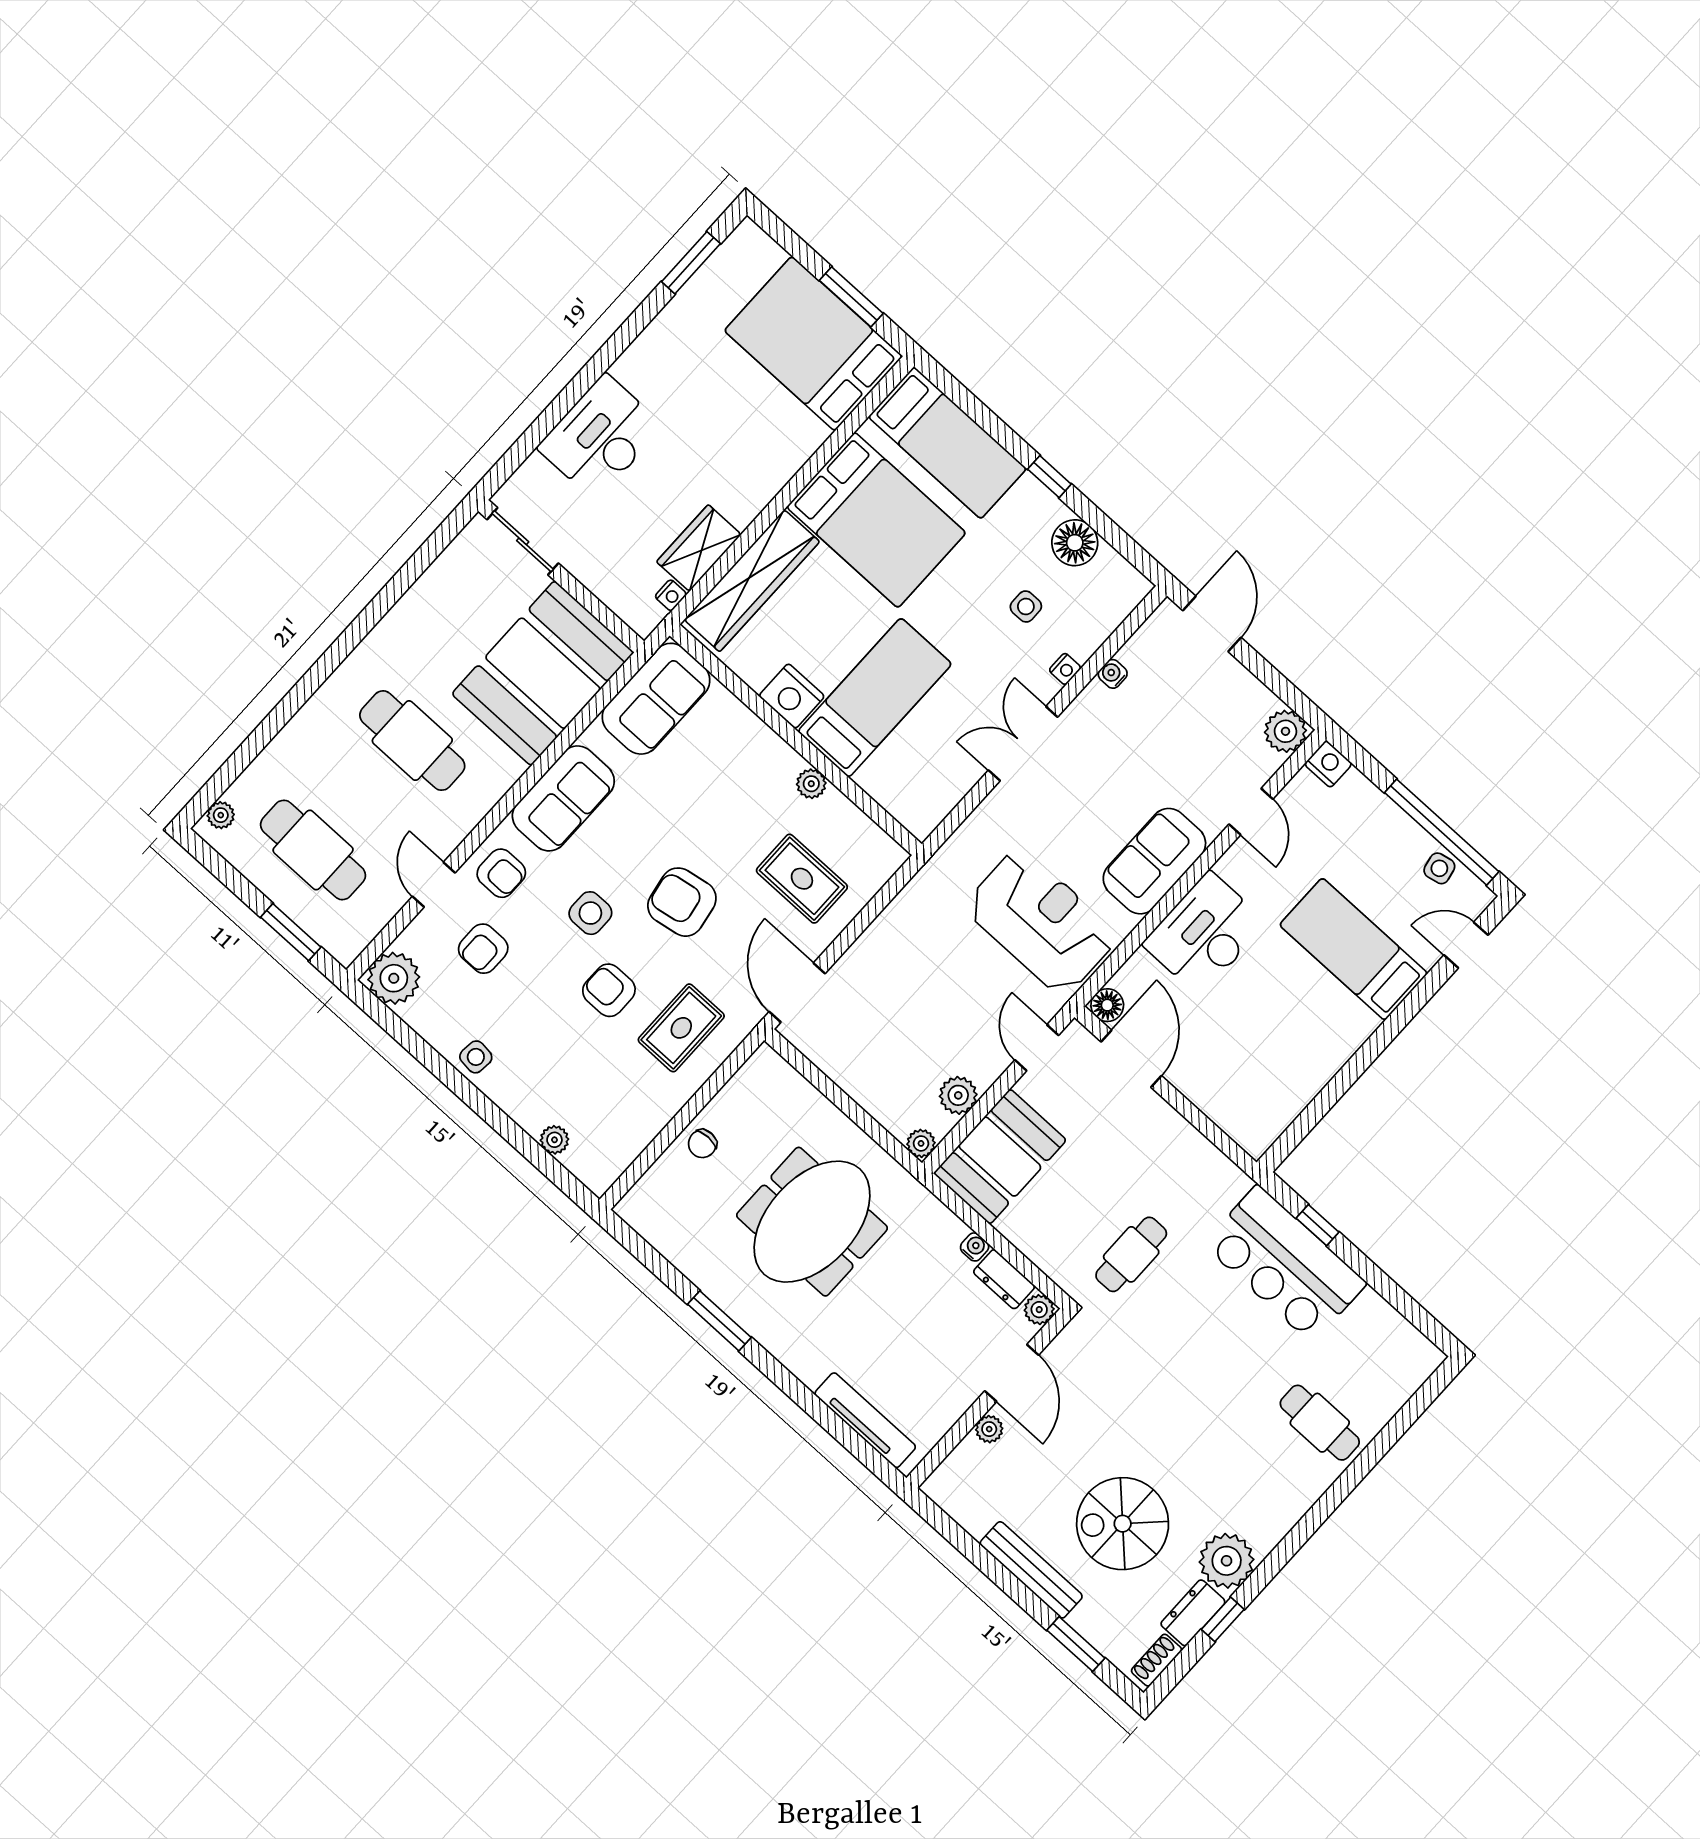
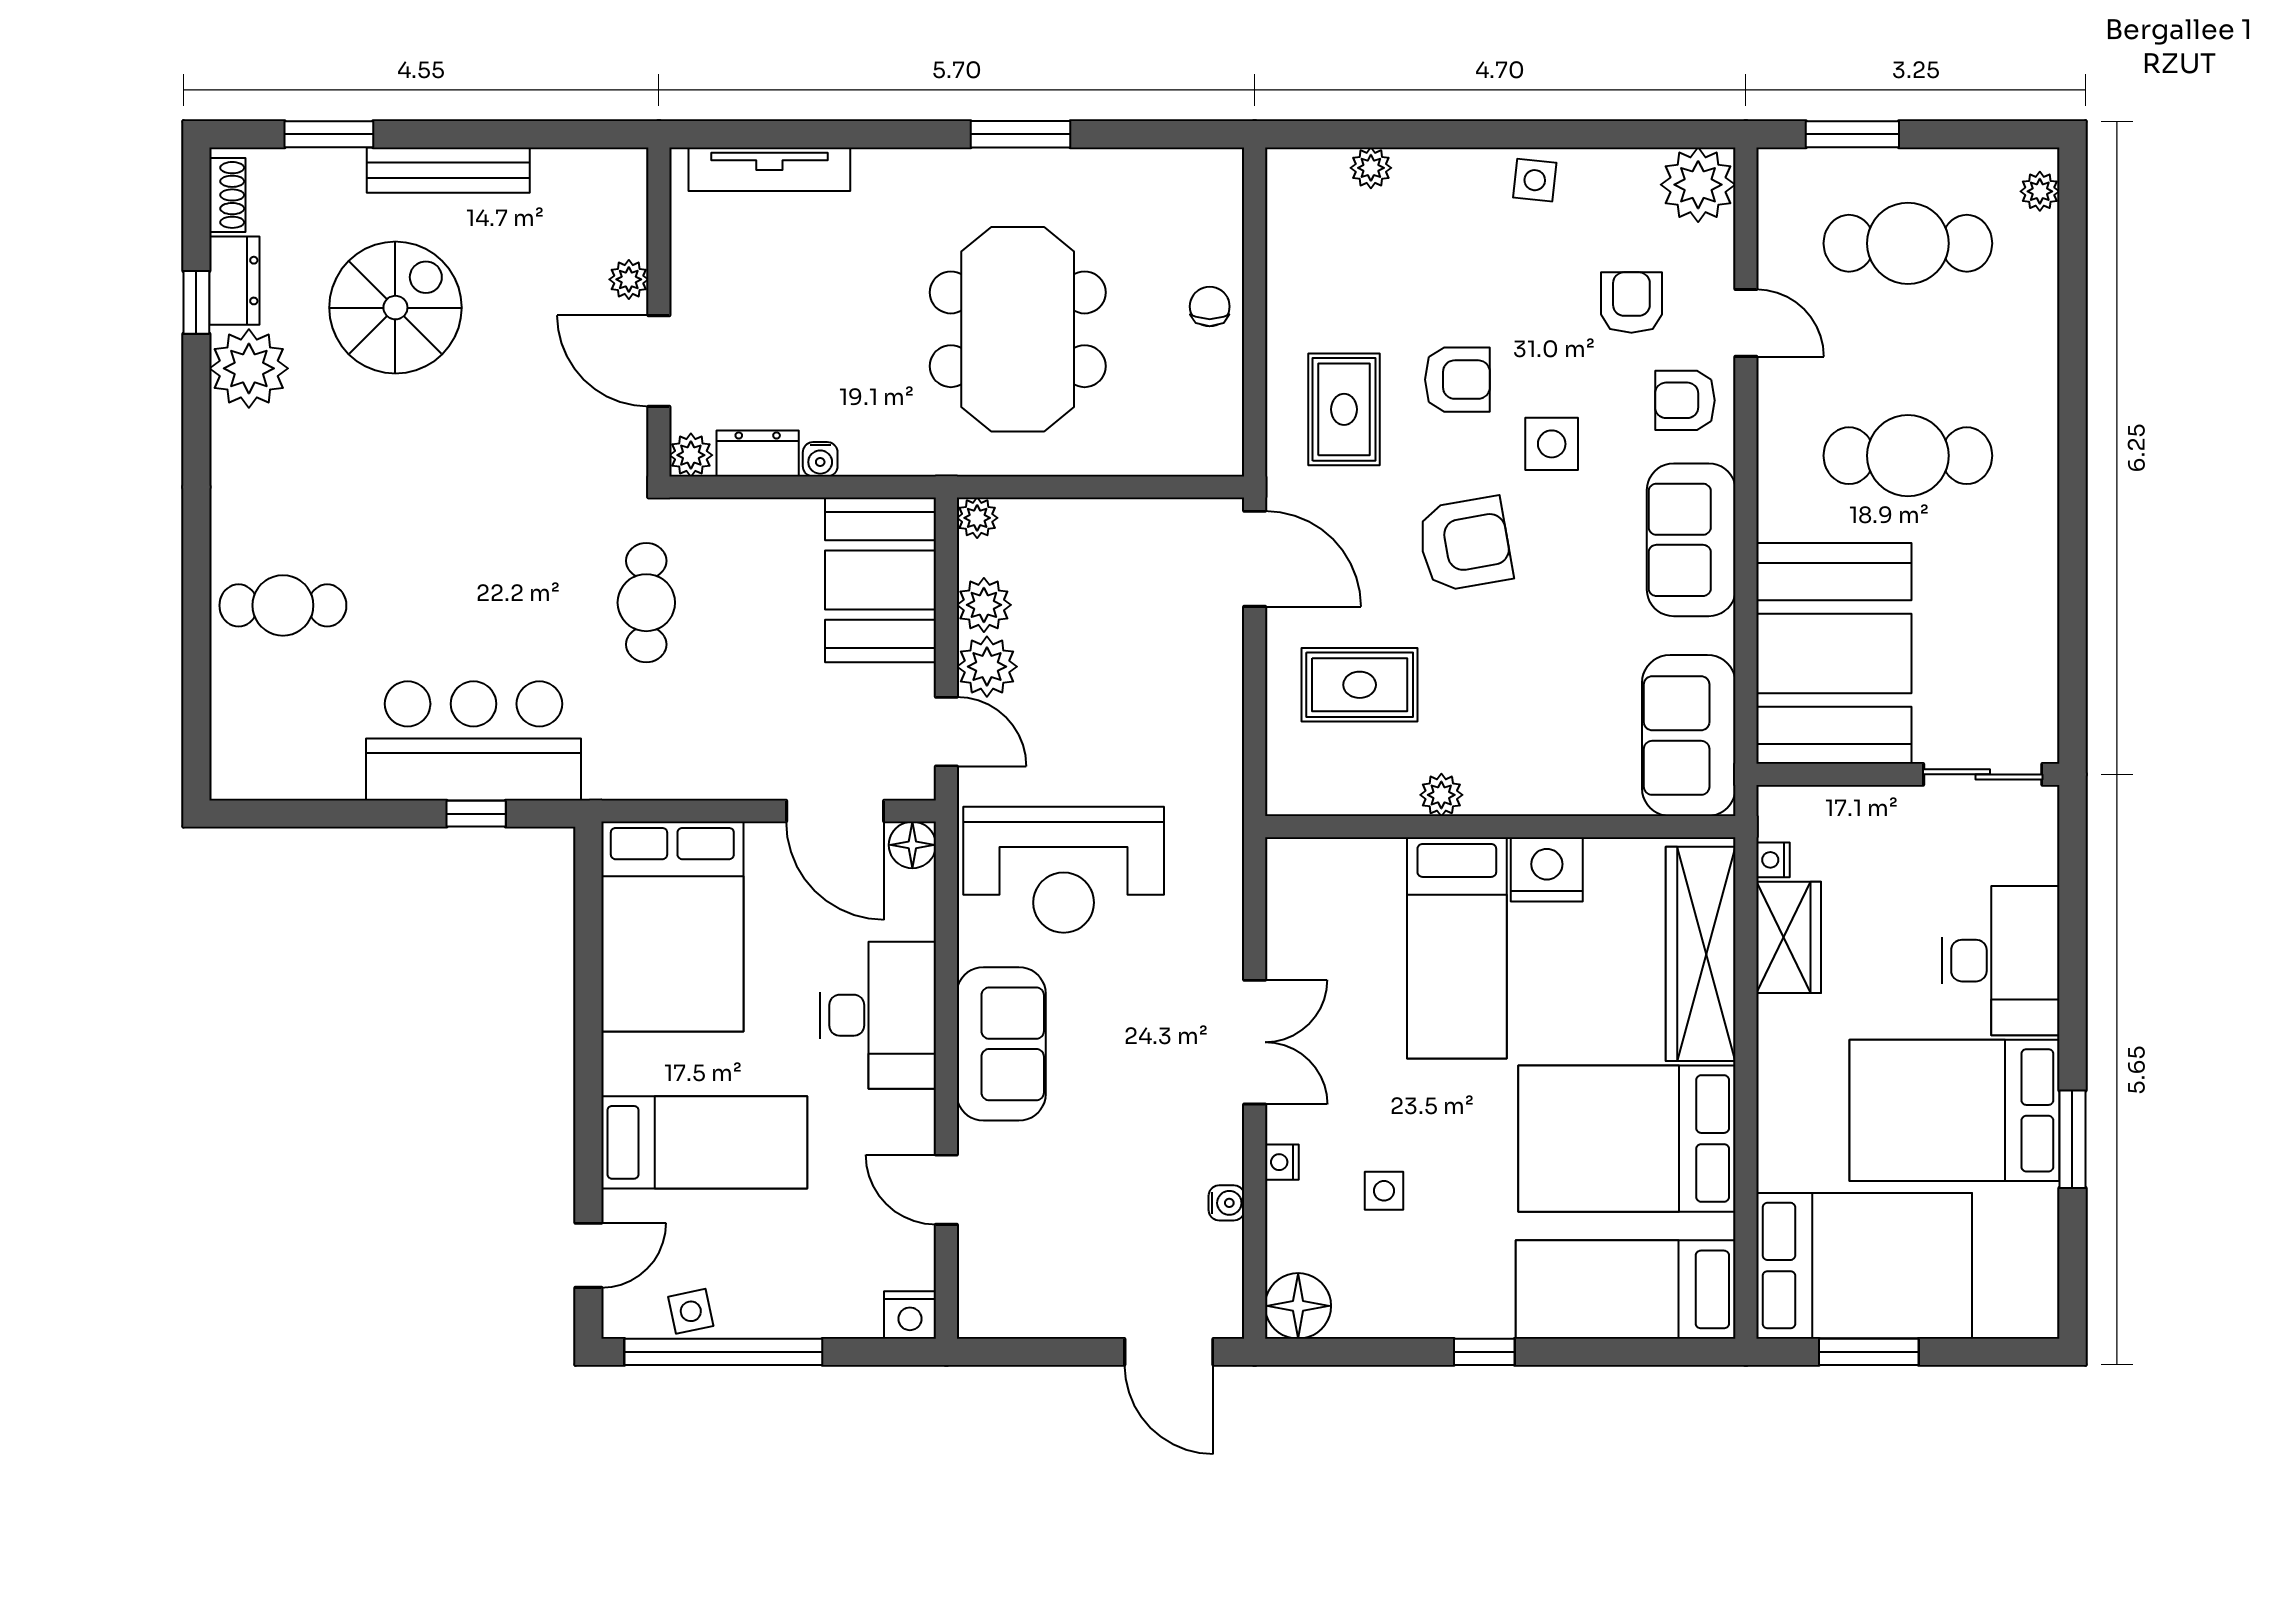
window: (691, 263) -> (2072, 1139), moved
bed: (694, 381) -> (1954, 1110), added
floor lamp: (1075, 543) -> (1298, 1306), moved
plant: (1285, 731) -> (987, 667), moved
bed: (1269, 1075) -> (672, 927), added

